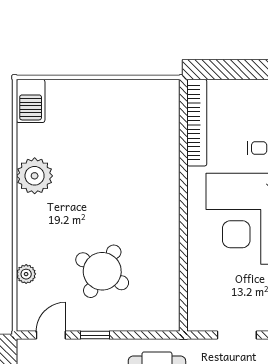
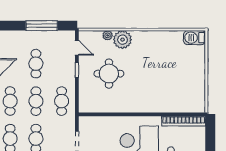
plant: (35, 176) -> (122, 40), moved
round table: (102, 271) -> (109, 74), turned -31

